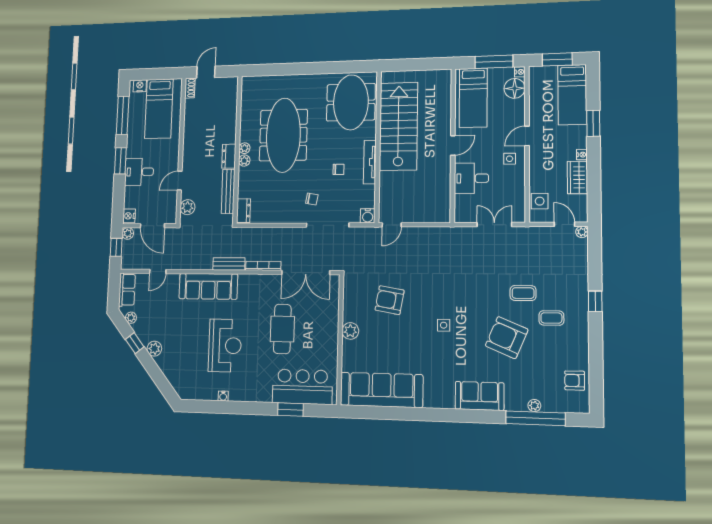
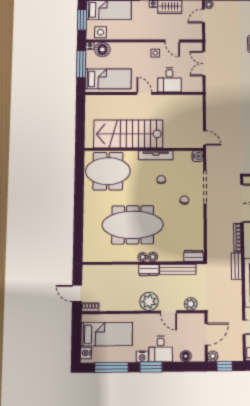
door: (527, 136) -> (172, 41), moved
plant: (193, 157) -> (149, 301), added
floor lamp: (130, 201) -> (186, 356), added
side table: (540, 201) -> (101, 32), moved
nightstand: (129, 216) -> (142, 357), moved

